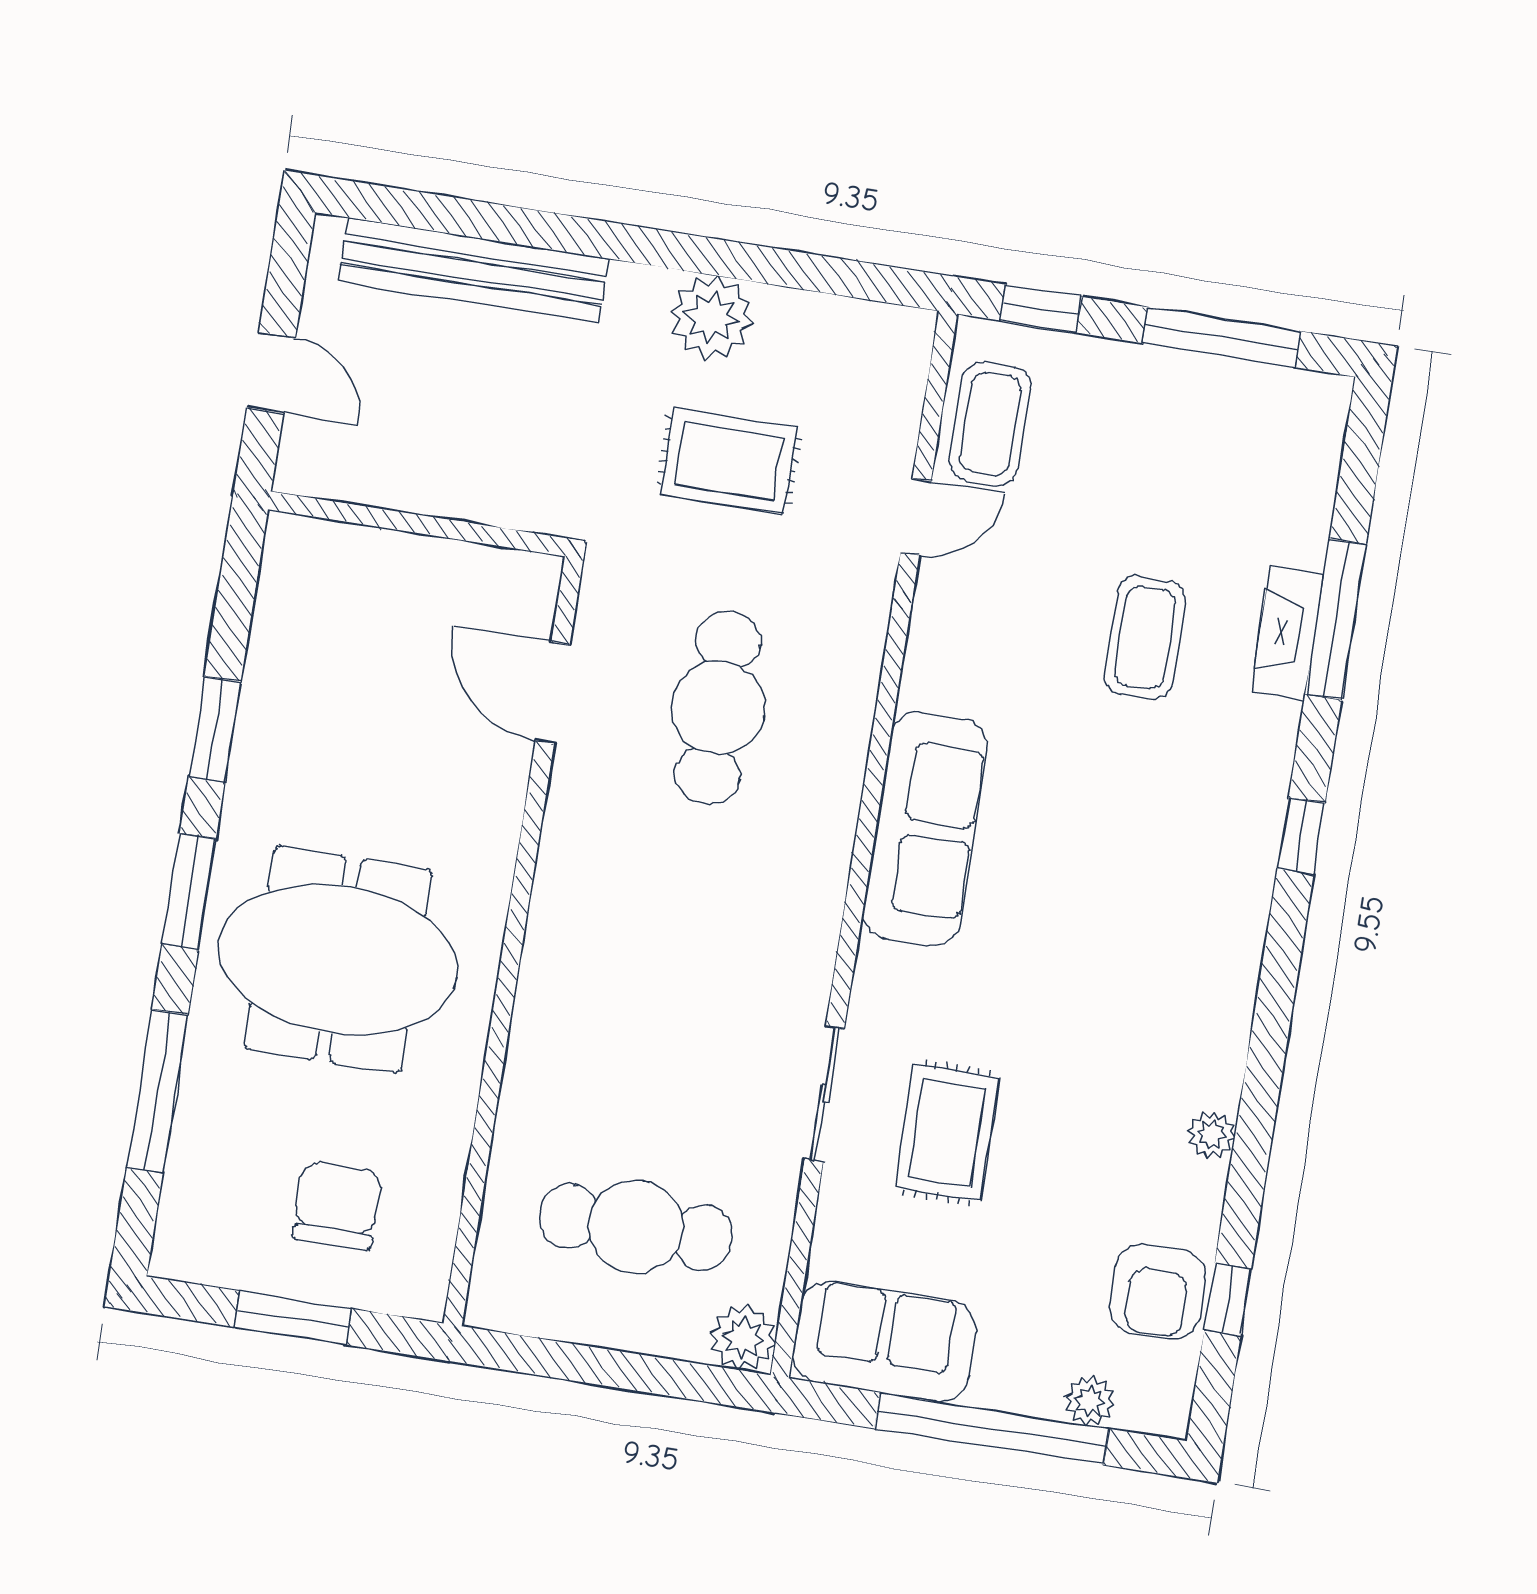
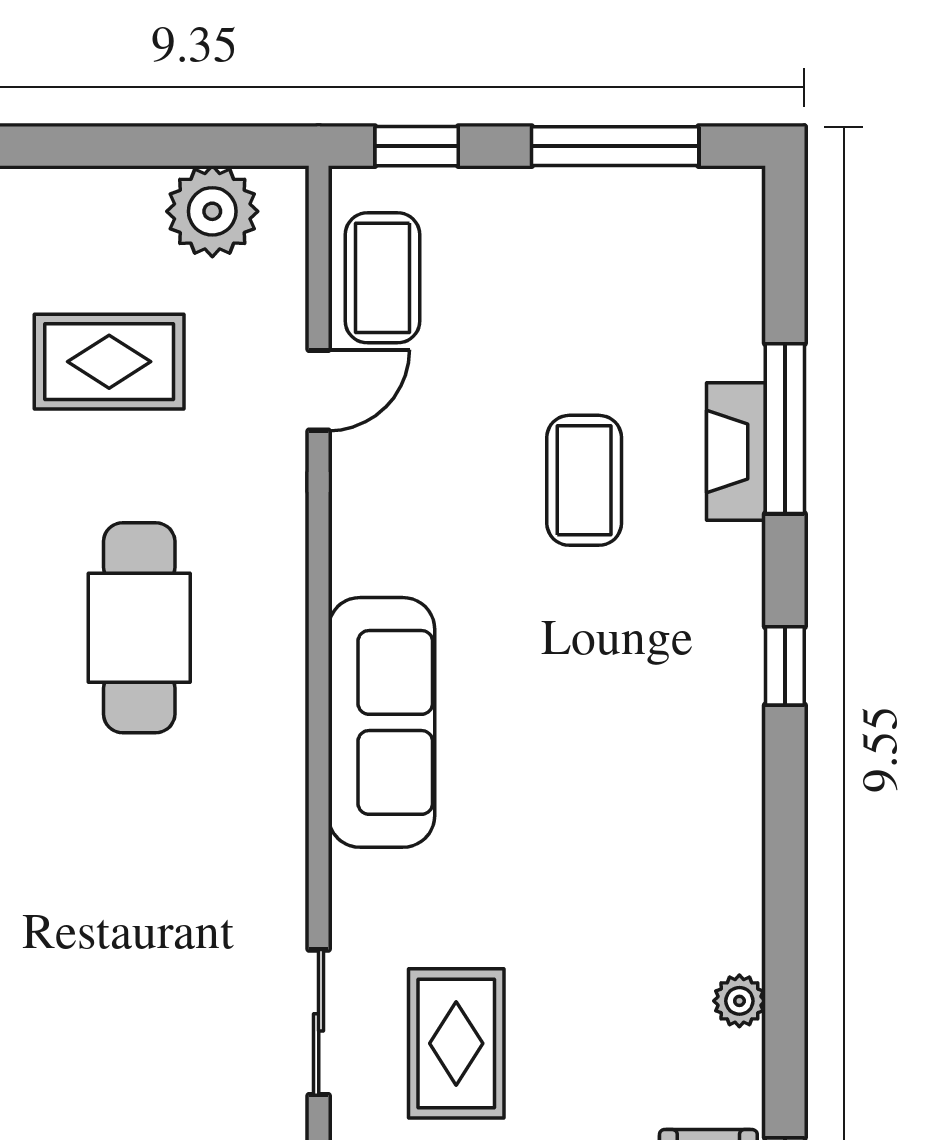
plant: (712, 317) -> (212, 211), moved

